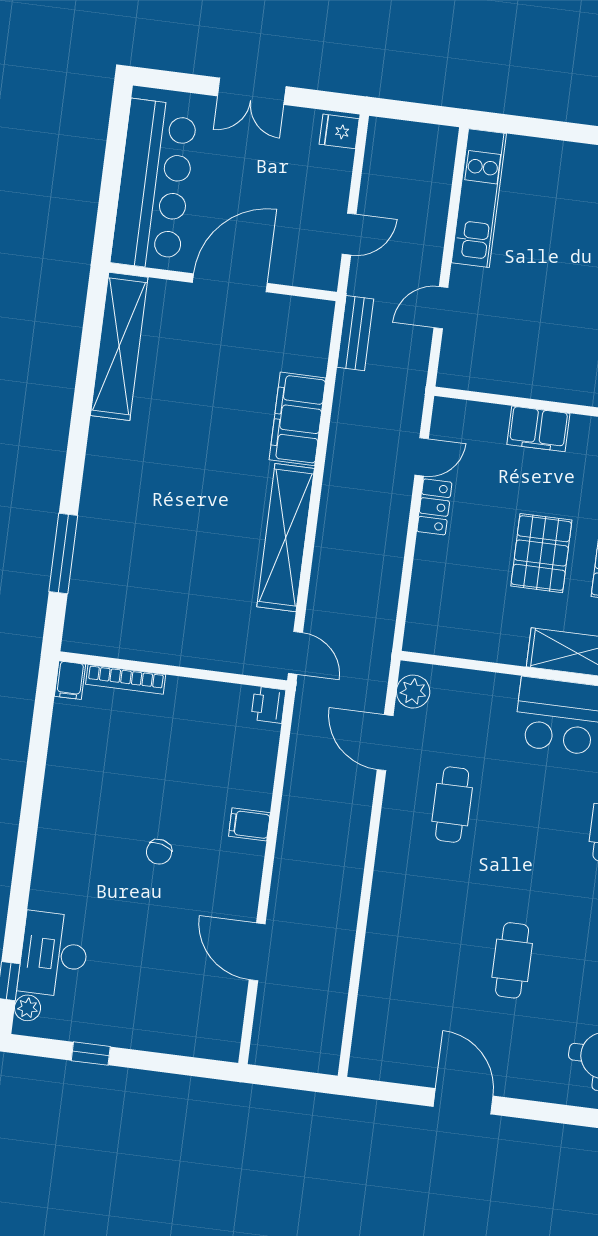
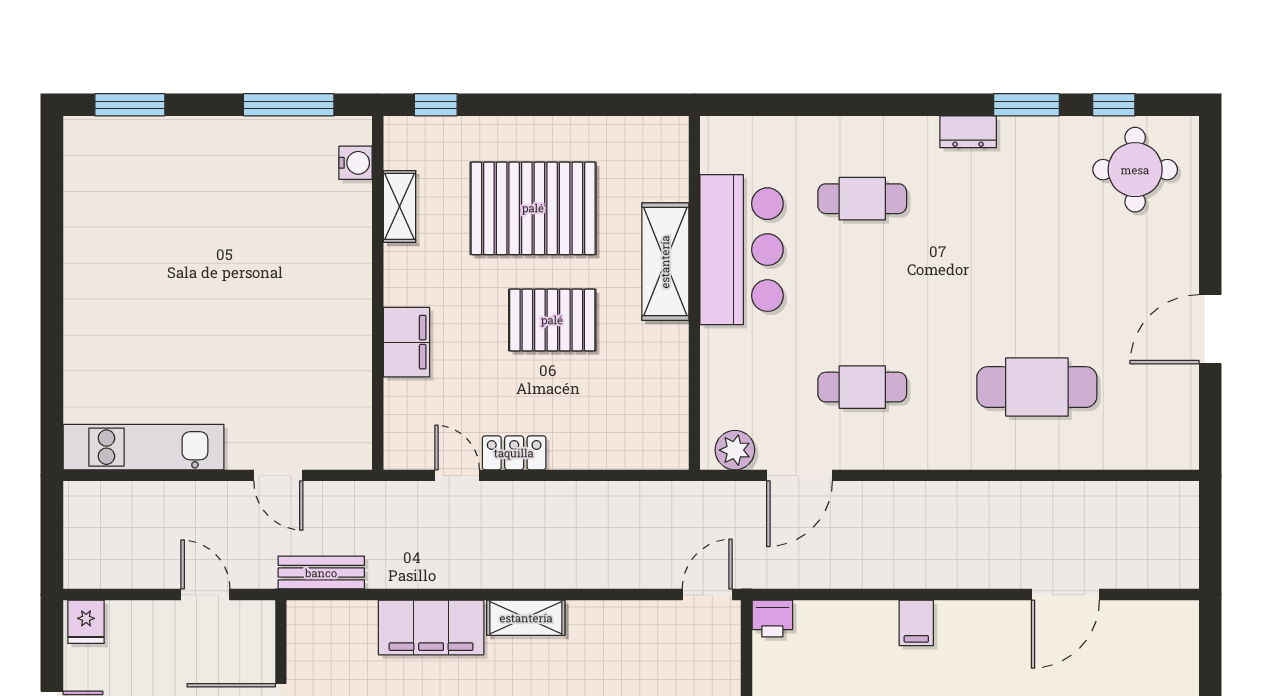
shelving: (286, 538) -> (526, 618), width x0.45, depth x0.75
cafe table: (512, 960) -> (1037, 387), moved, width x1.37, depth x1.35

